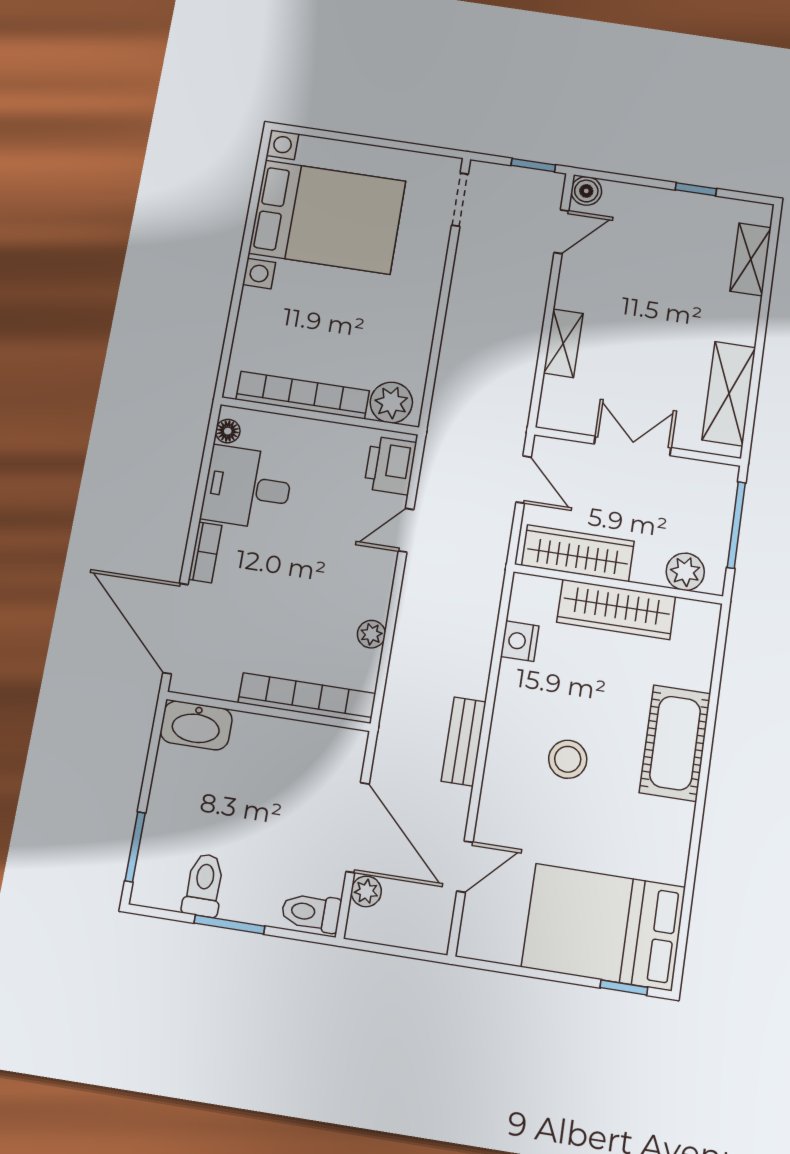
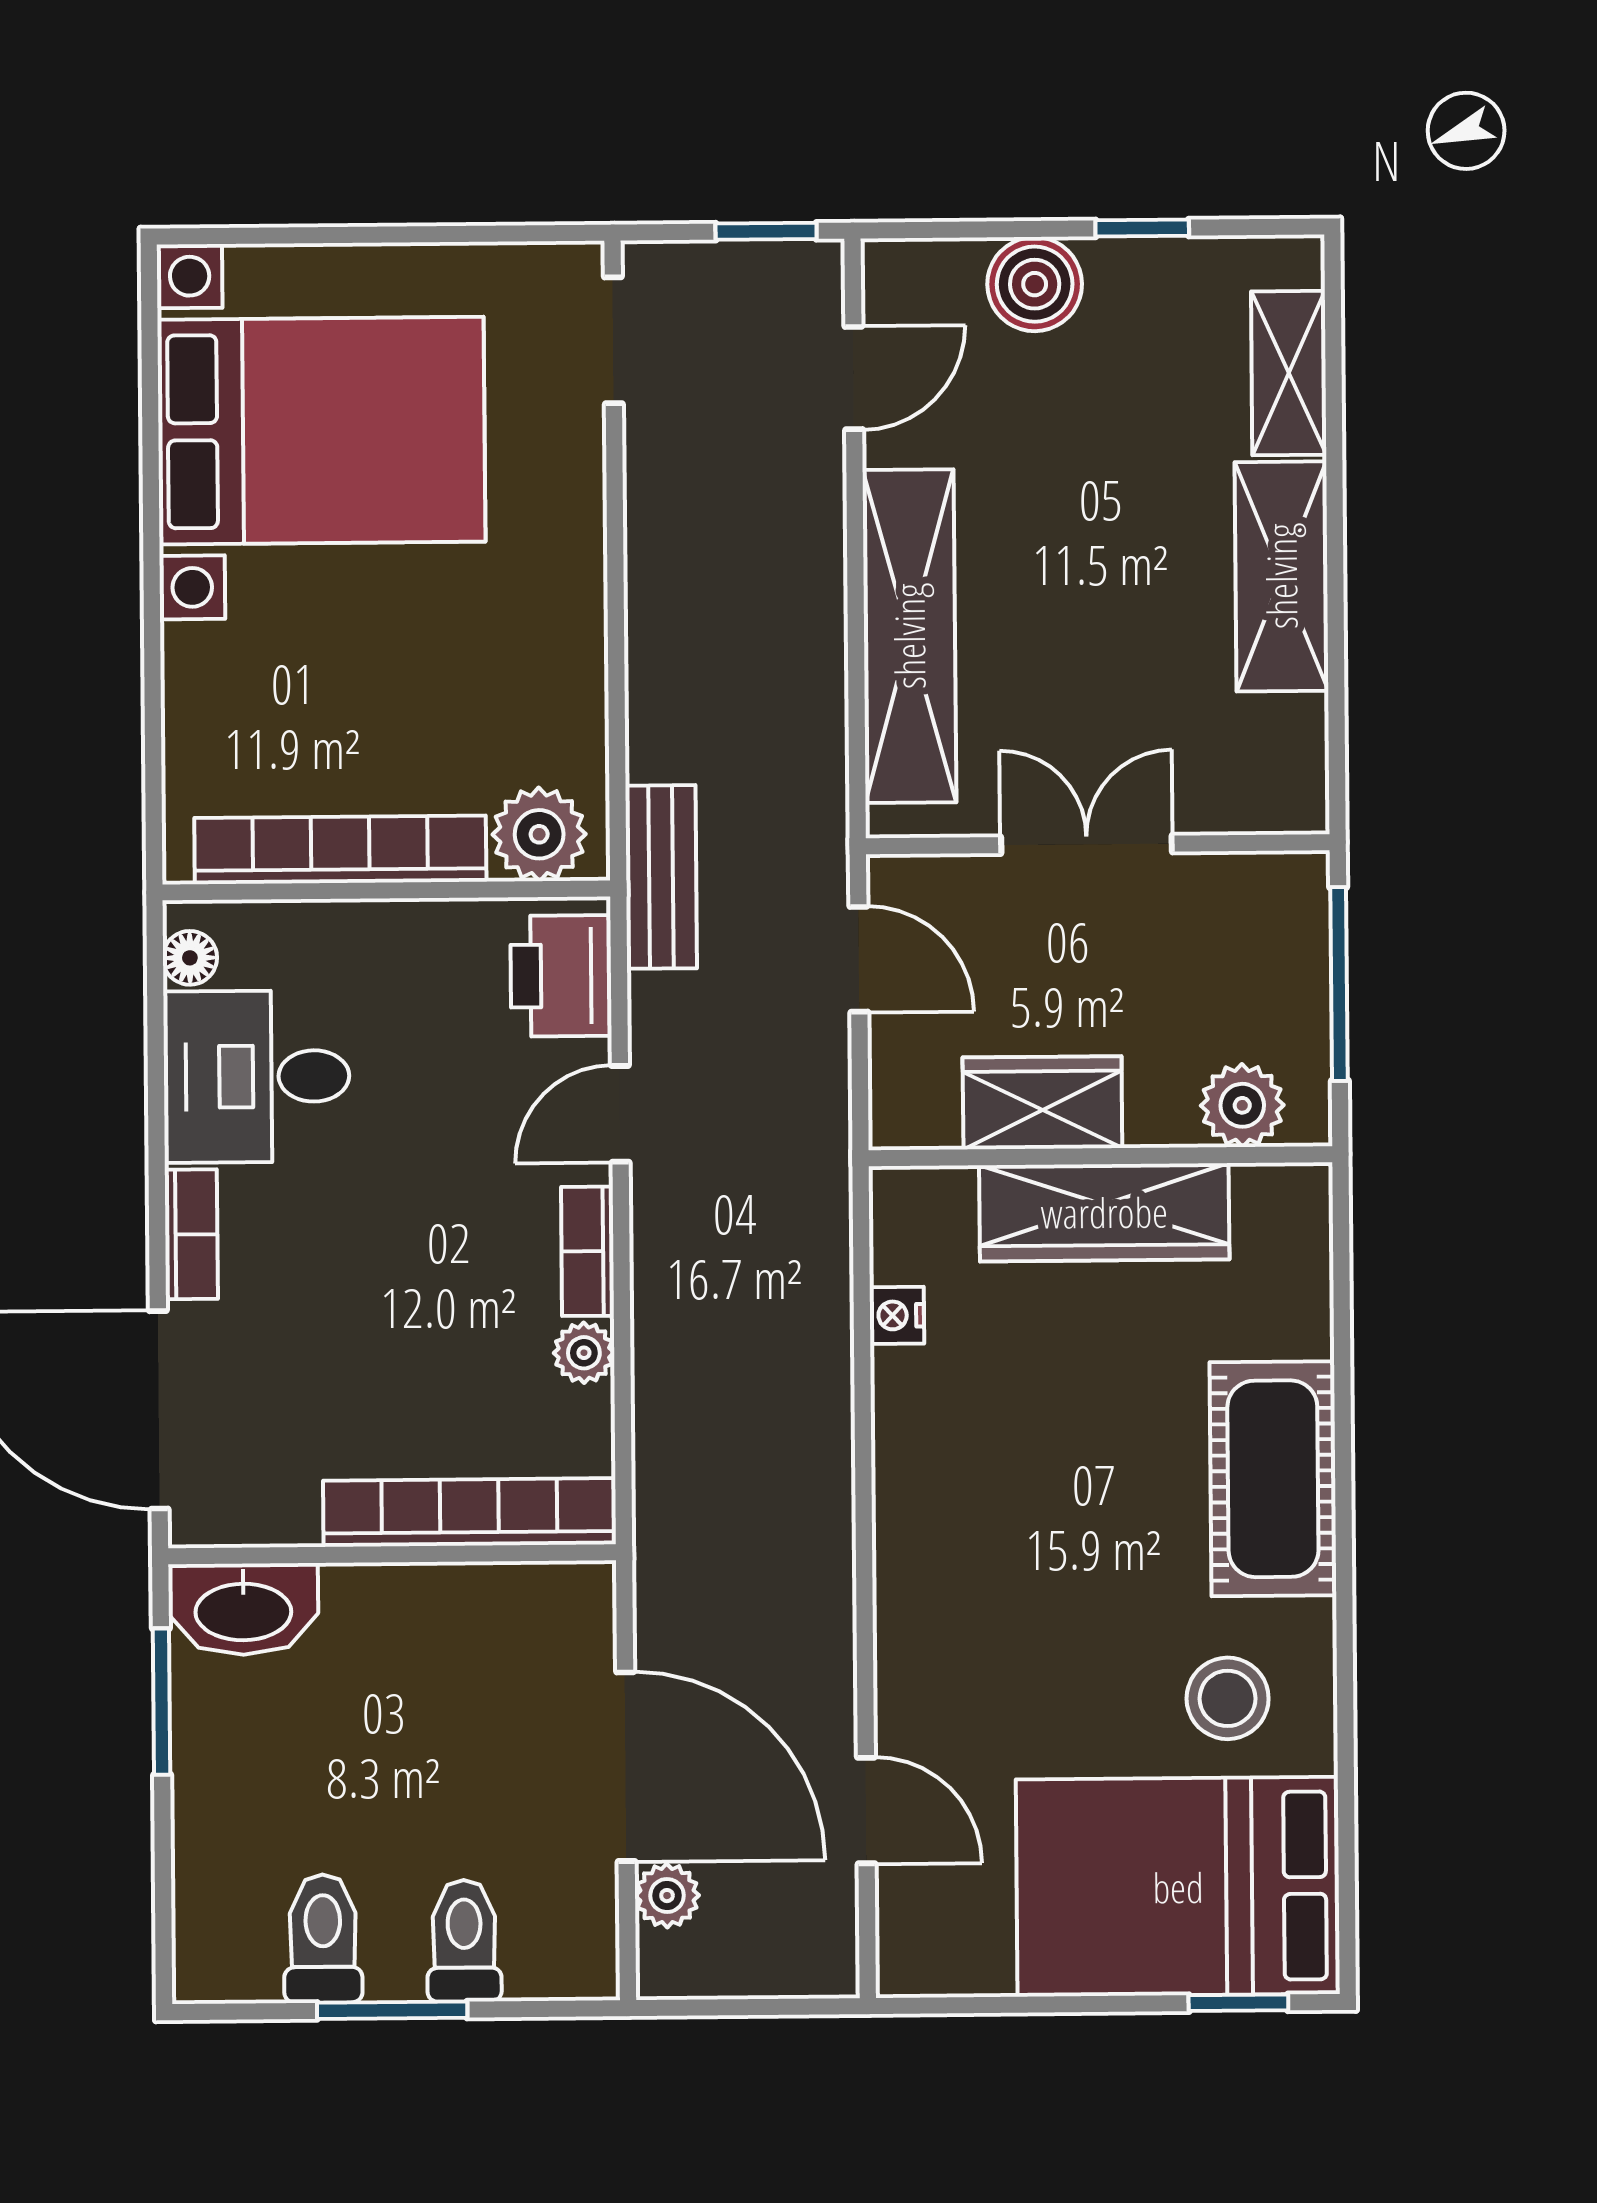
boiler: (586, 191) -> (1035, 284), moved, width x1.36, depth x1.36
shelving: (563, 343) -> (909, 636), width x2.20, depth x1.33
shelving: (729, 394) -> (1281, 576), moved
wardrobe: (578, 553) -> (1042, 1103), width x0.67
bookcase: (381, 589) -> (588, 1251), added
nightstand: (520, 641) -> (897, 1315), width x0.72, depth x0.74
bench: (464, 741) -> (661, 877), moved
stool: (568, 759) -> (1228, 1698), moved
window: (135, 847) -> (161, 1702), moved
door: (465, 867) -> (866, 1811), hinge flipped
toilet: (311, 912) -> (464, 1941), moved, turned 90

